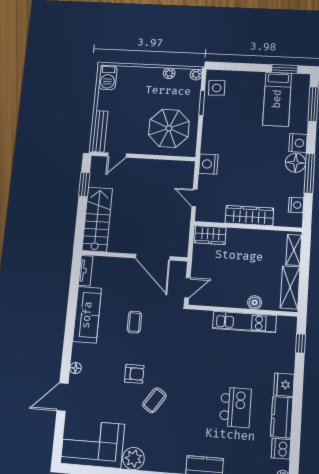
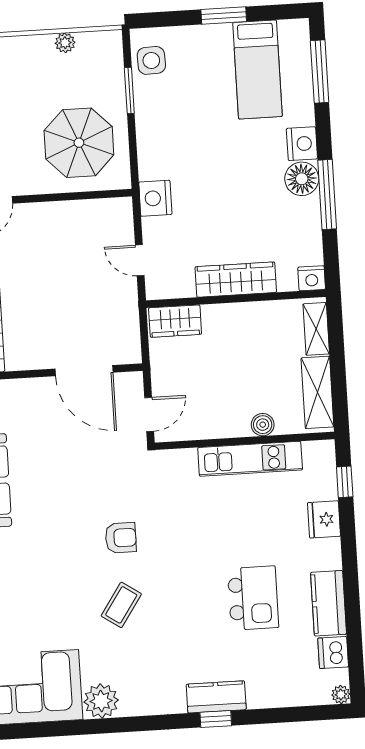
window: (285, 69) -> (224, 15), moved
plant: (196, 75) -> (112, 40), removed
nightstand: (296, 205) -> (312, 278), moved, turned 90
coffee table: (134, 322) -> (70, 483), removed
armchair: (134, 374) -> (121, 538), moved
fridge: (284, 385) -> (324, 519), moved

